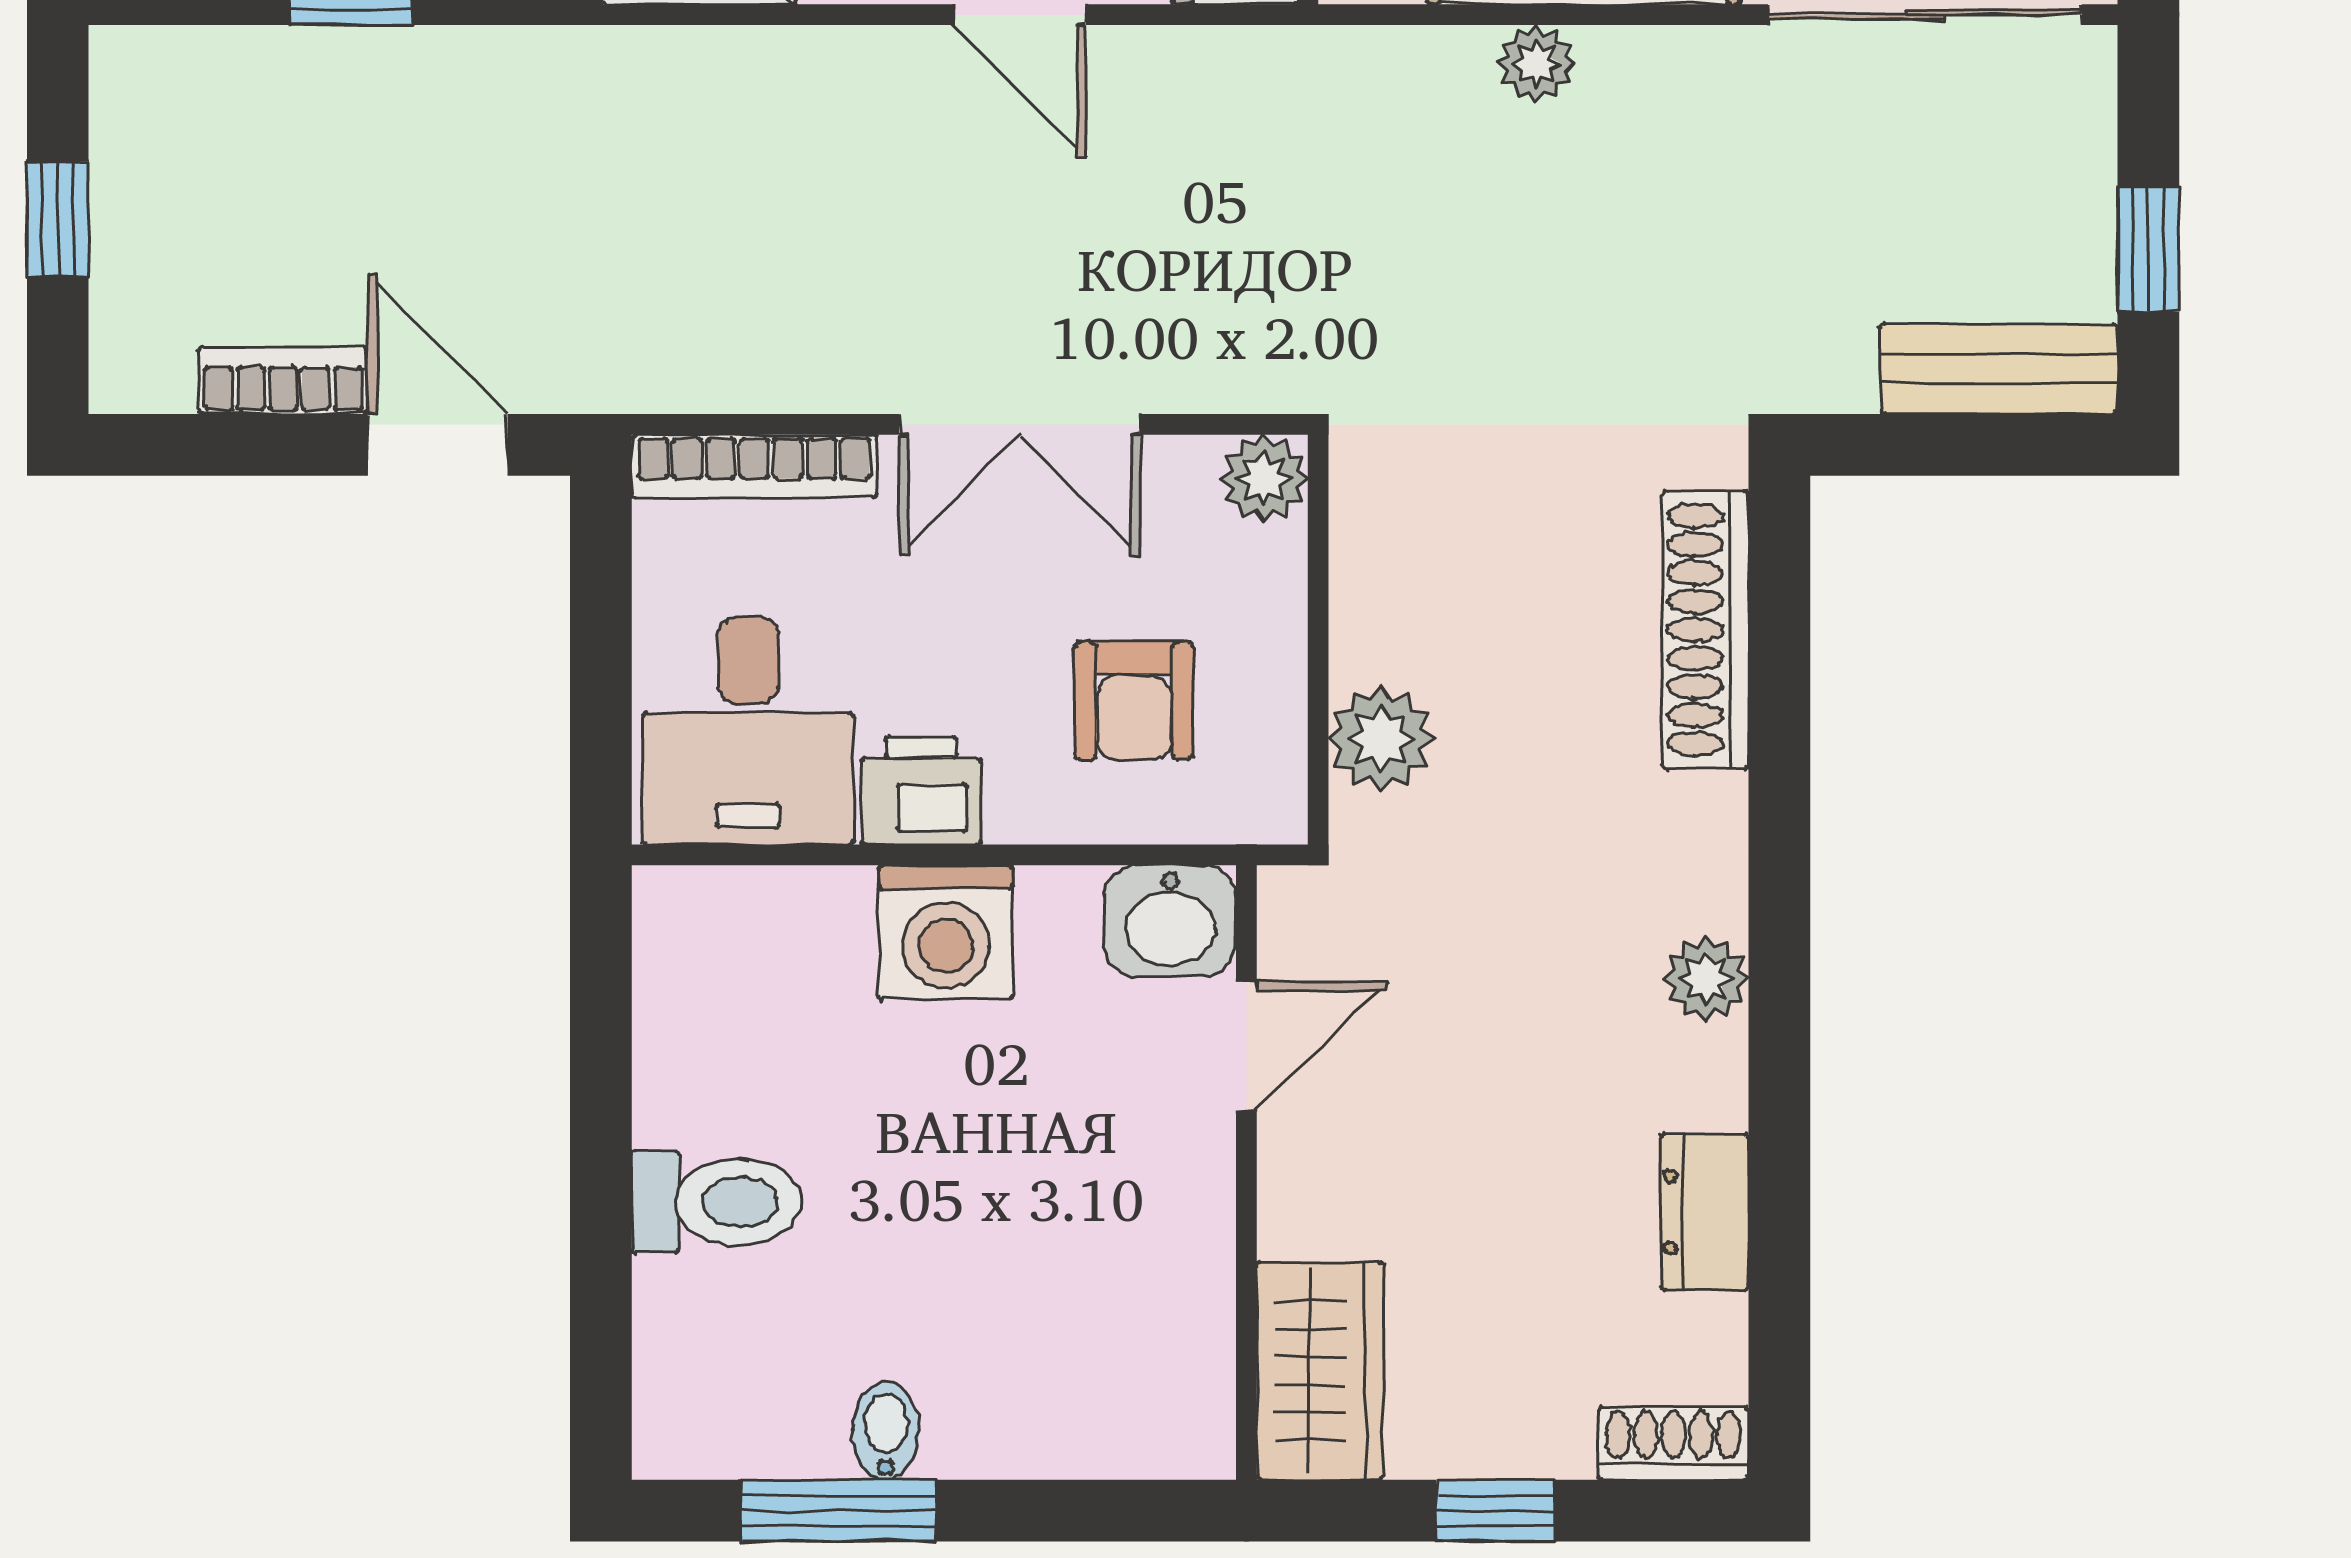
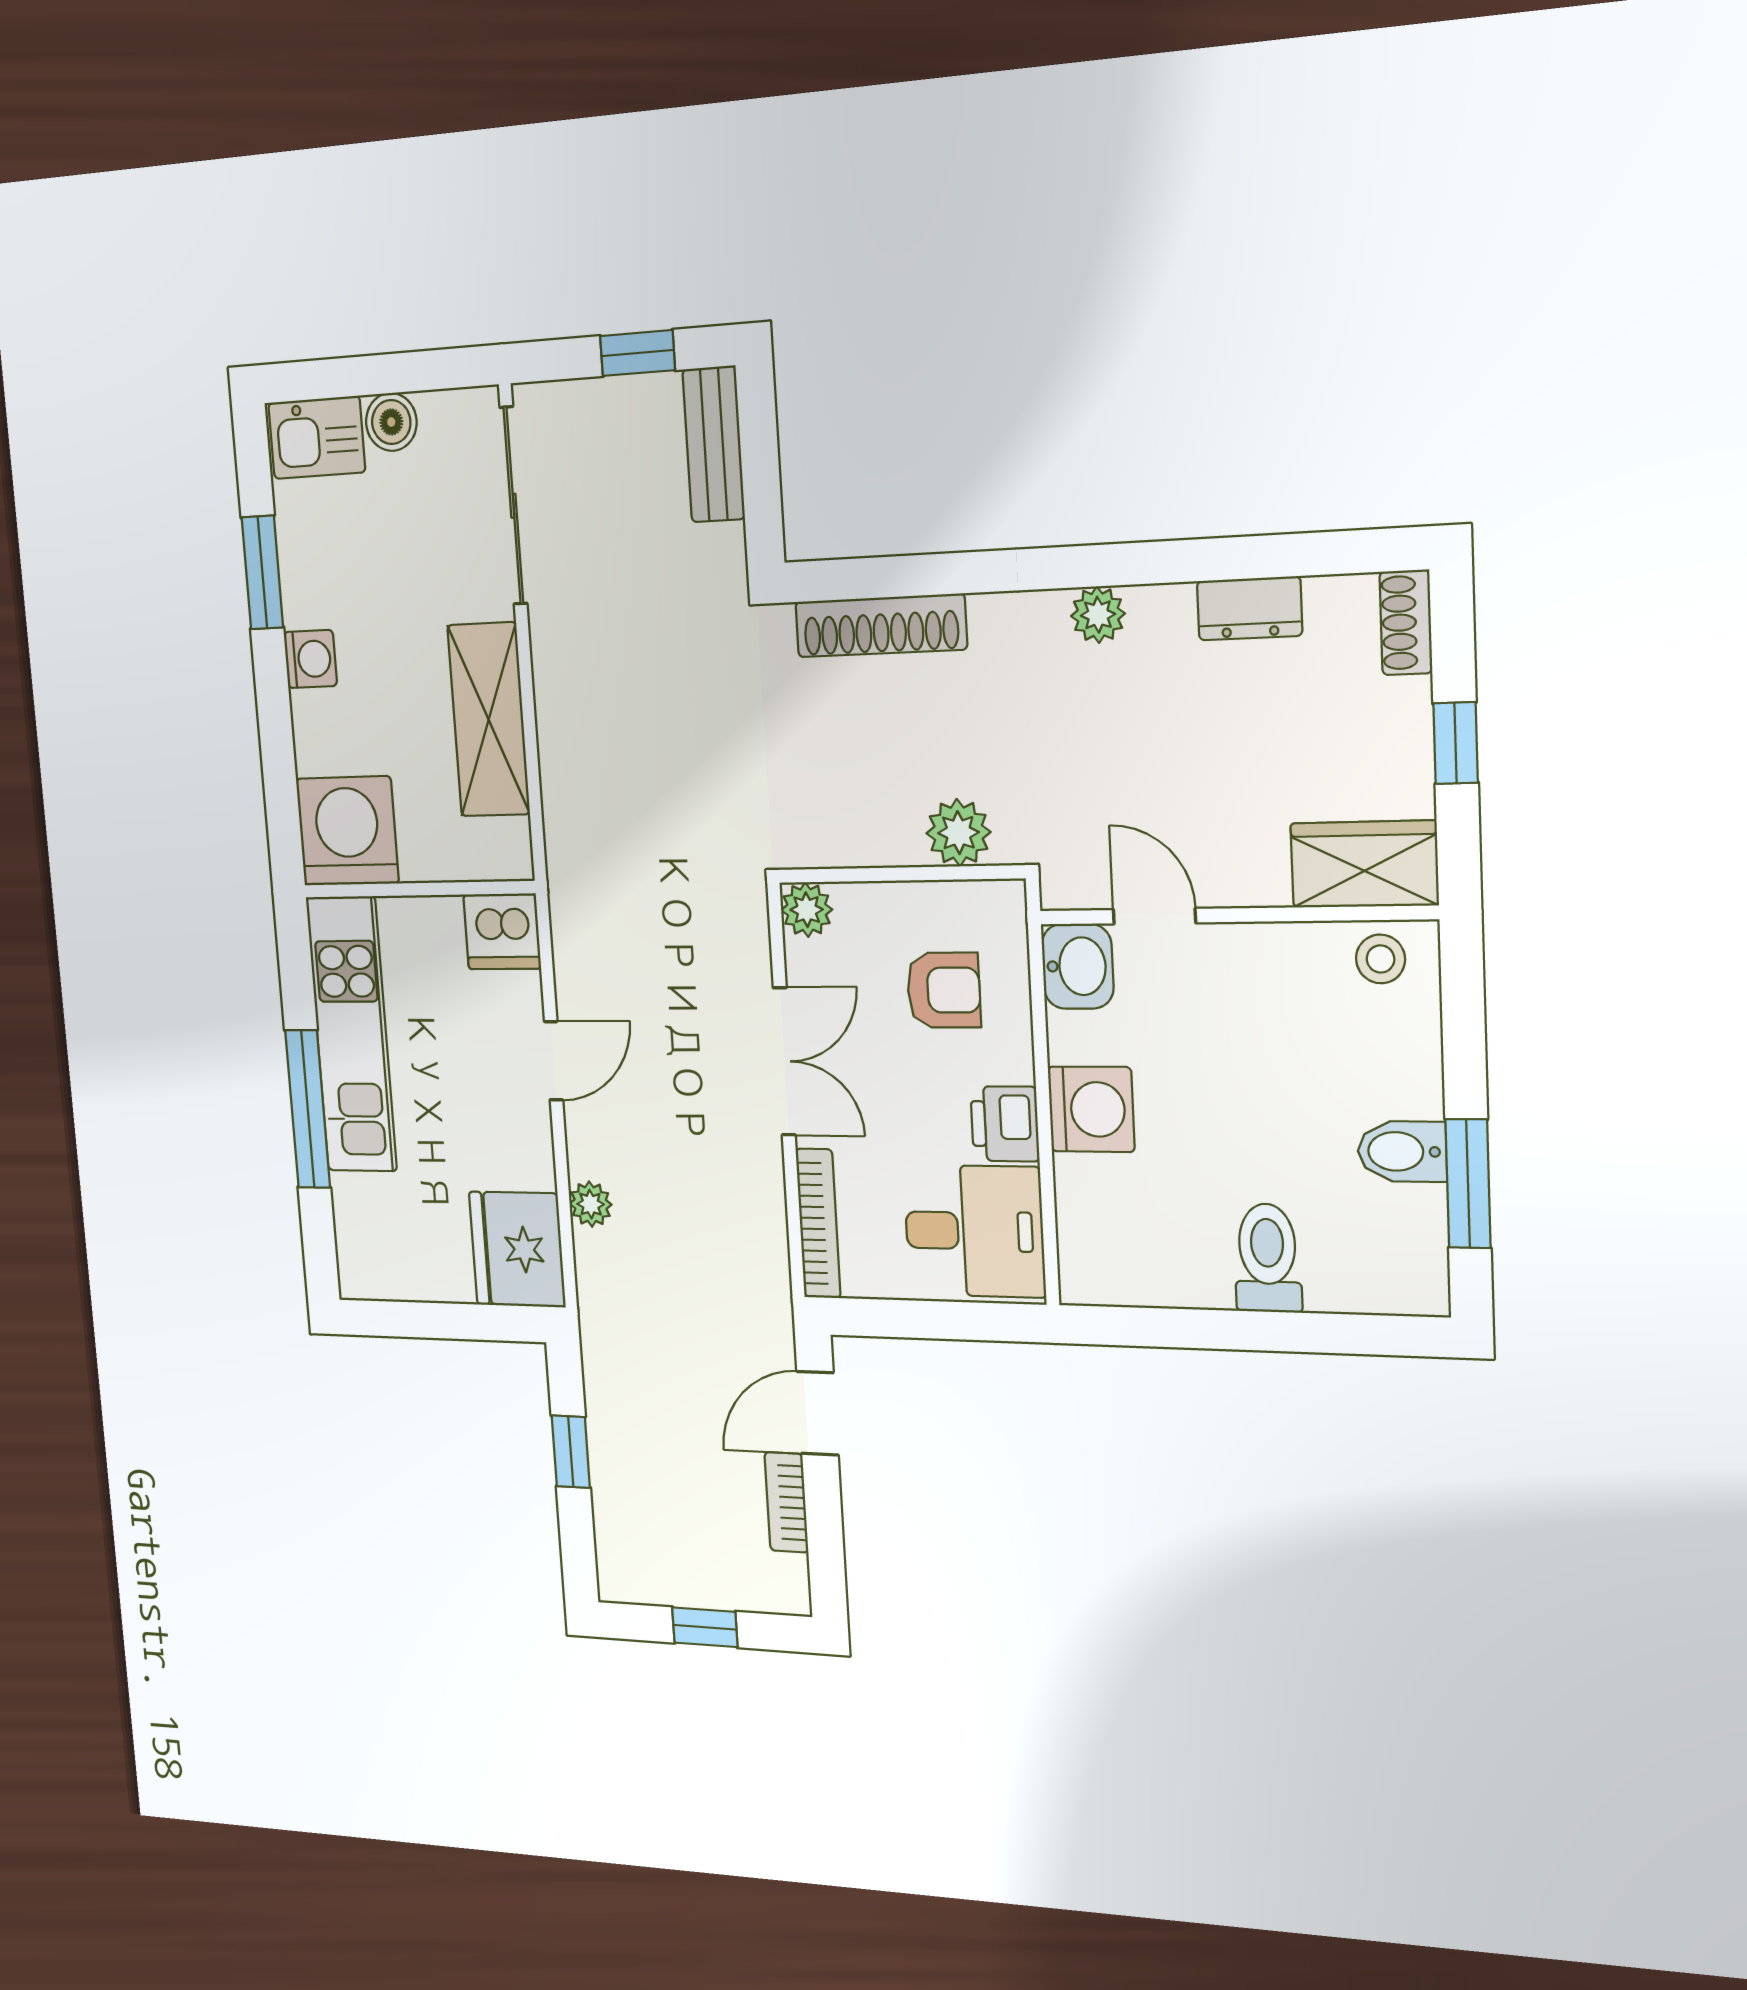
plant: (1536, 63) -> (591, 1204), moved
stool: (1178, 1390) -> (1381, 959), added
bidet: (886, 1431) -> (1402, 1151), width x1.38, depth x1.36

